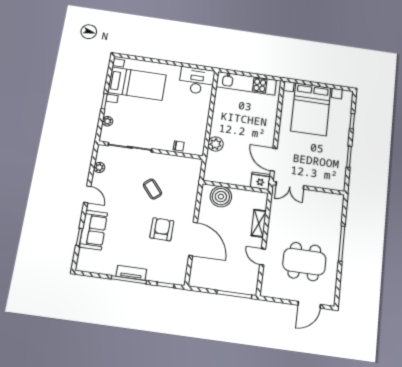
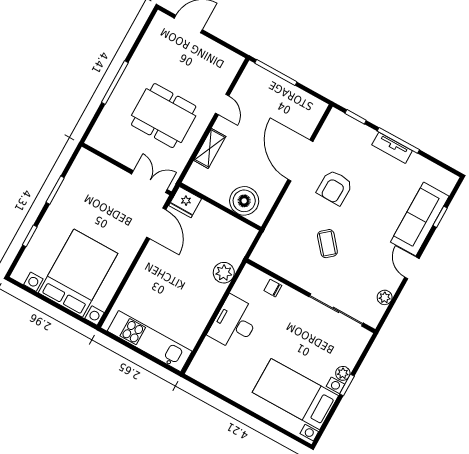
desk: (197, 81) -> (234, 323), moved, turned 90
plant: (107, 121) -> (343, 373), moved
sofa: (94, 230) -> (420, 219), width x1.36
dining table: (304, 262) -> (164, 116), moved

